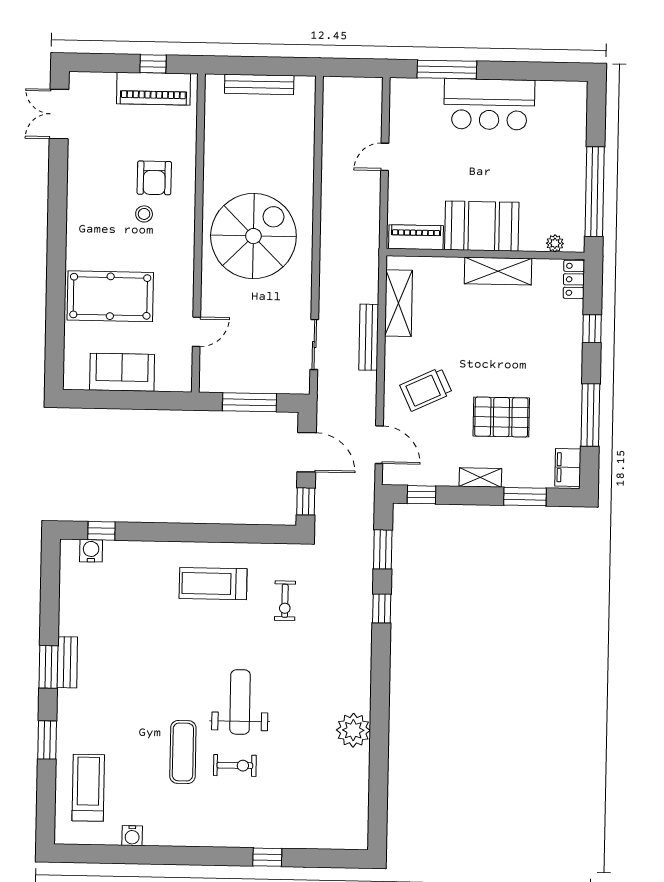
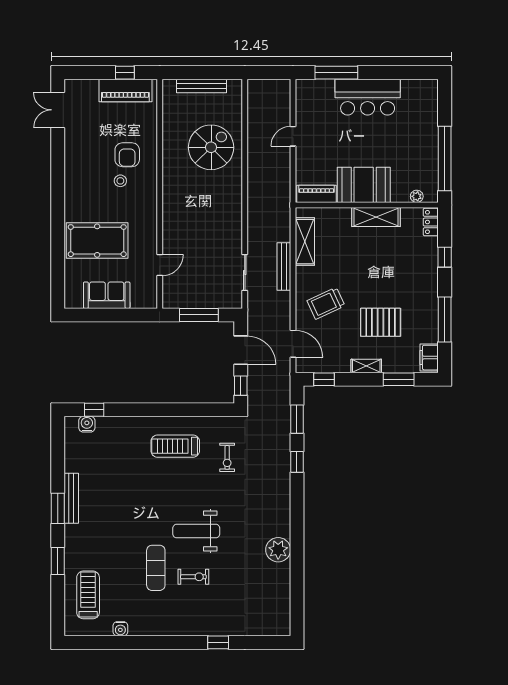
spiral stairs: (253, 236) -> (211, 147), moved, width x0.73, depth x0.73
bench: (67, 662) -> (71, 498), width x1.36
weight bench: (240, 702) -> (196, 531), turned -90

